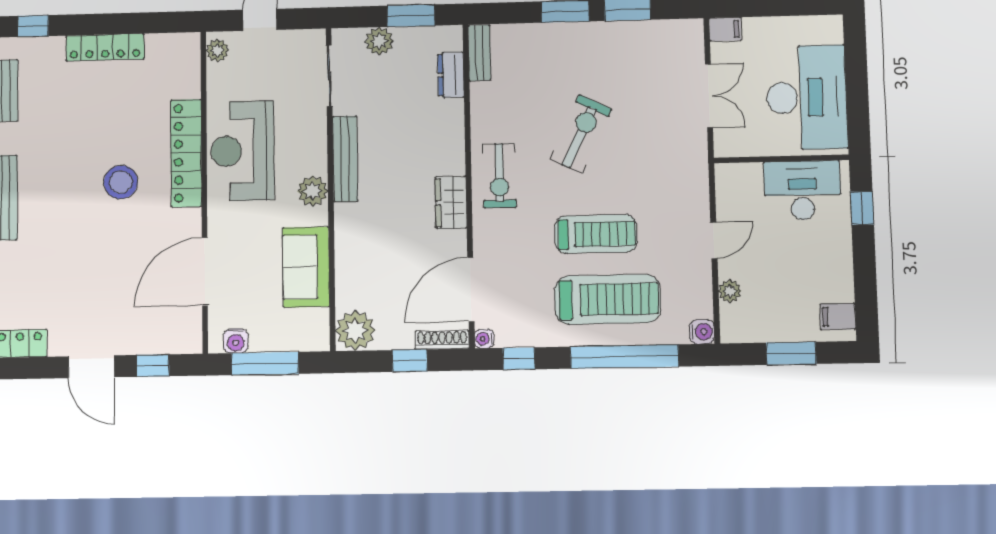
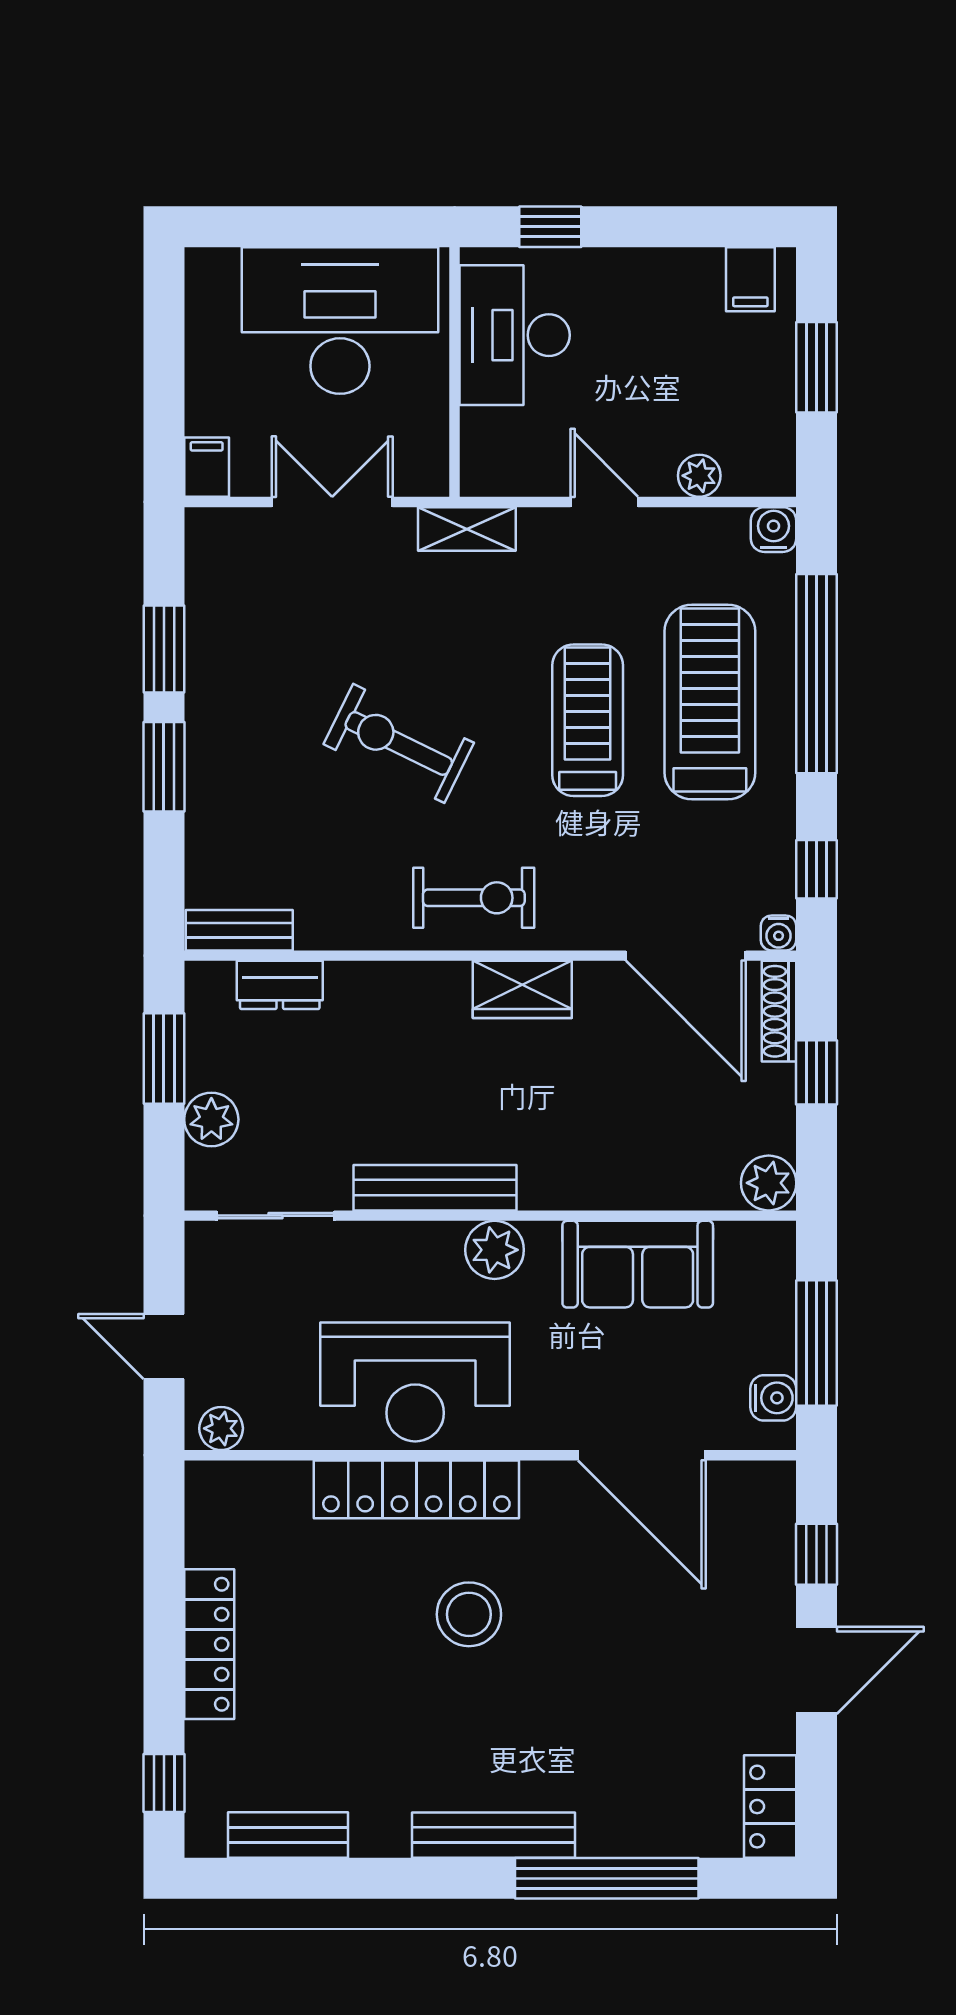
shelving: (697, 167) -> (467, 529), added
plant: (355, 331) -> (769, 1183), width x0.73, depth x0.73

